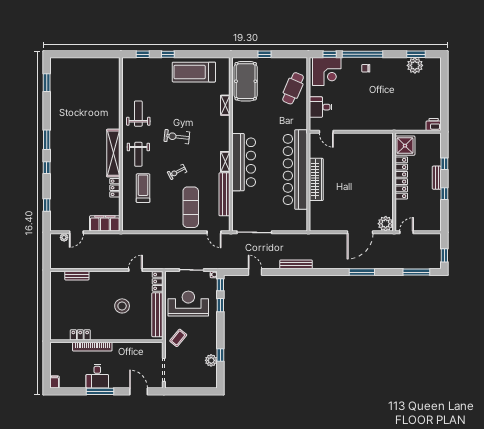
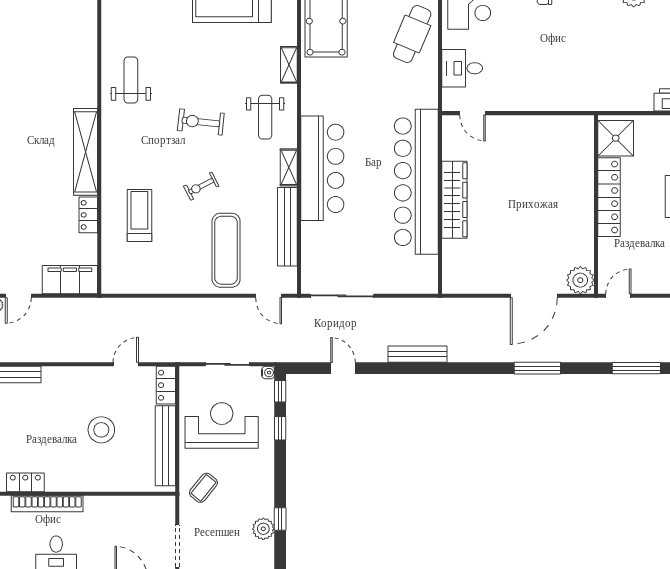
weight bench: (138, 154) -> (265, 117), moved

